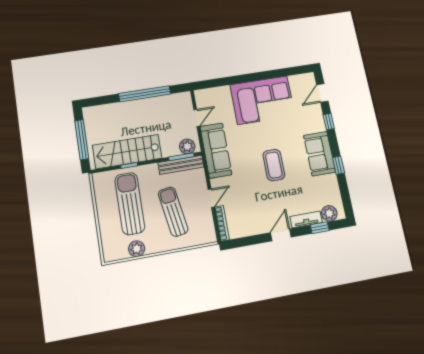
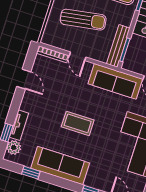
plant: (187, 146) -> (131, 59), removed
sofa: (320, 154) -> (60, 166), width x1.36
window: (339, 165) -> (31, 173), moved
door: (281, 235) -> (24, 79), moved

